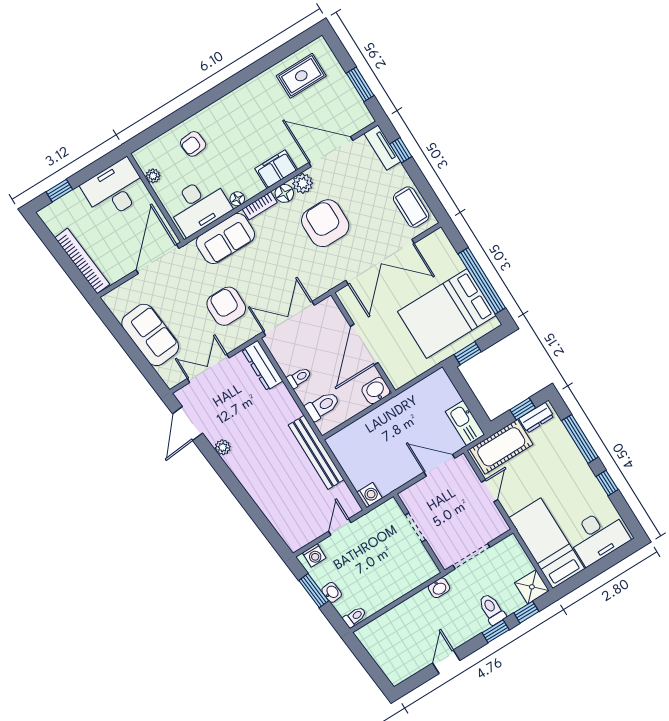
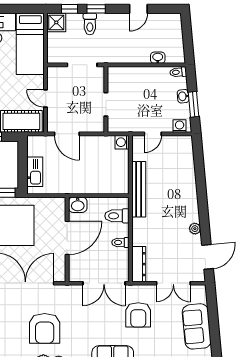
kitchen sink: (465, 423) -> (35, 172), moved
door: (490, 491) -> (46, 98), hinge flipped
washbasin: (439, 588) -> (158, 58), moved

